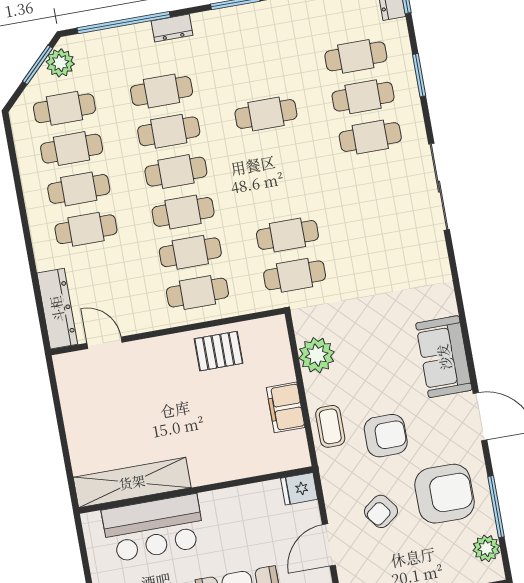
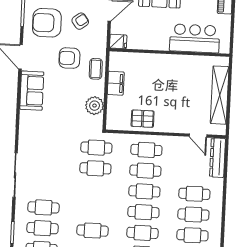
shelving: (132, 482) -> (220, 95), moved, turned 90

